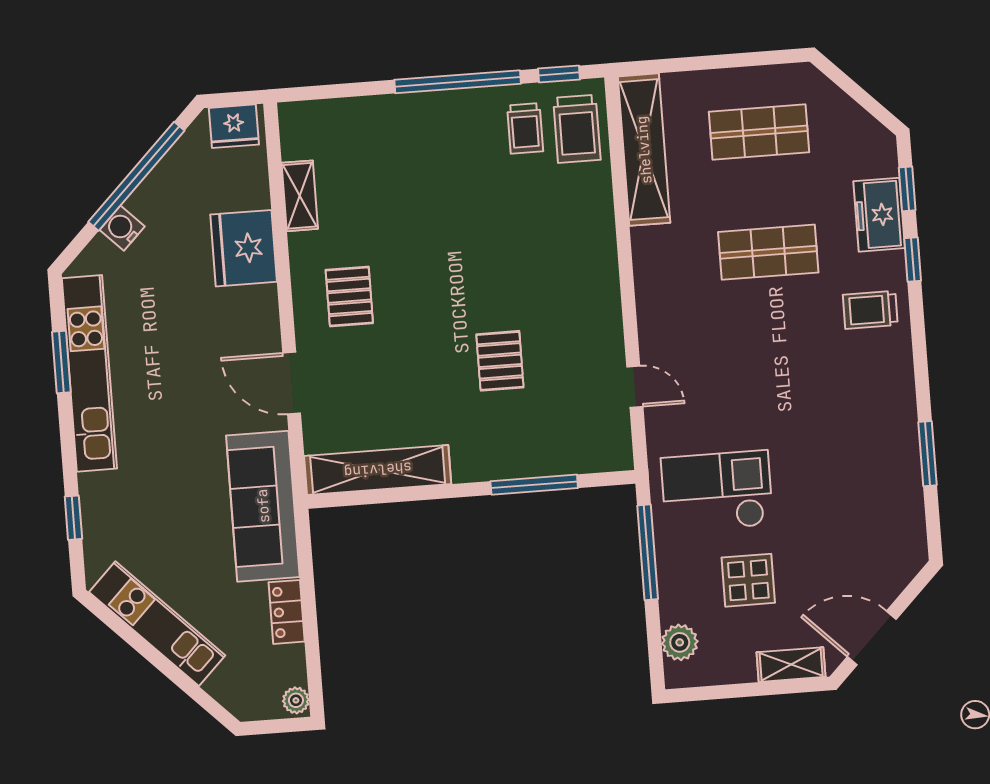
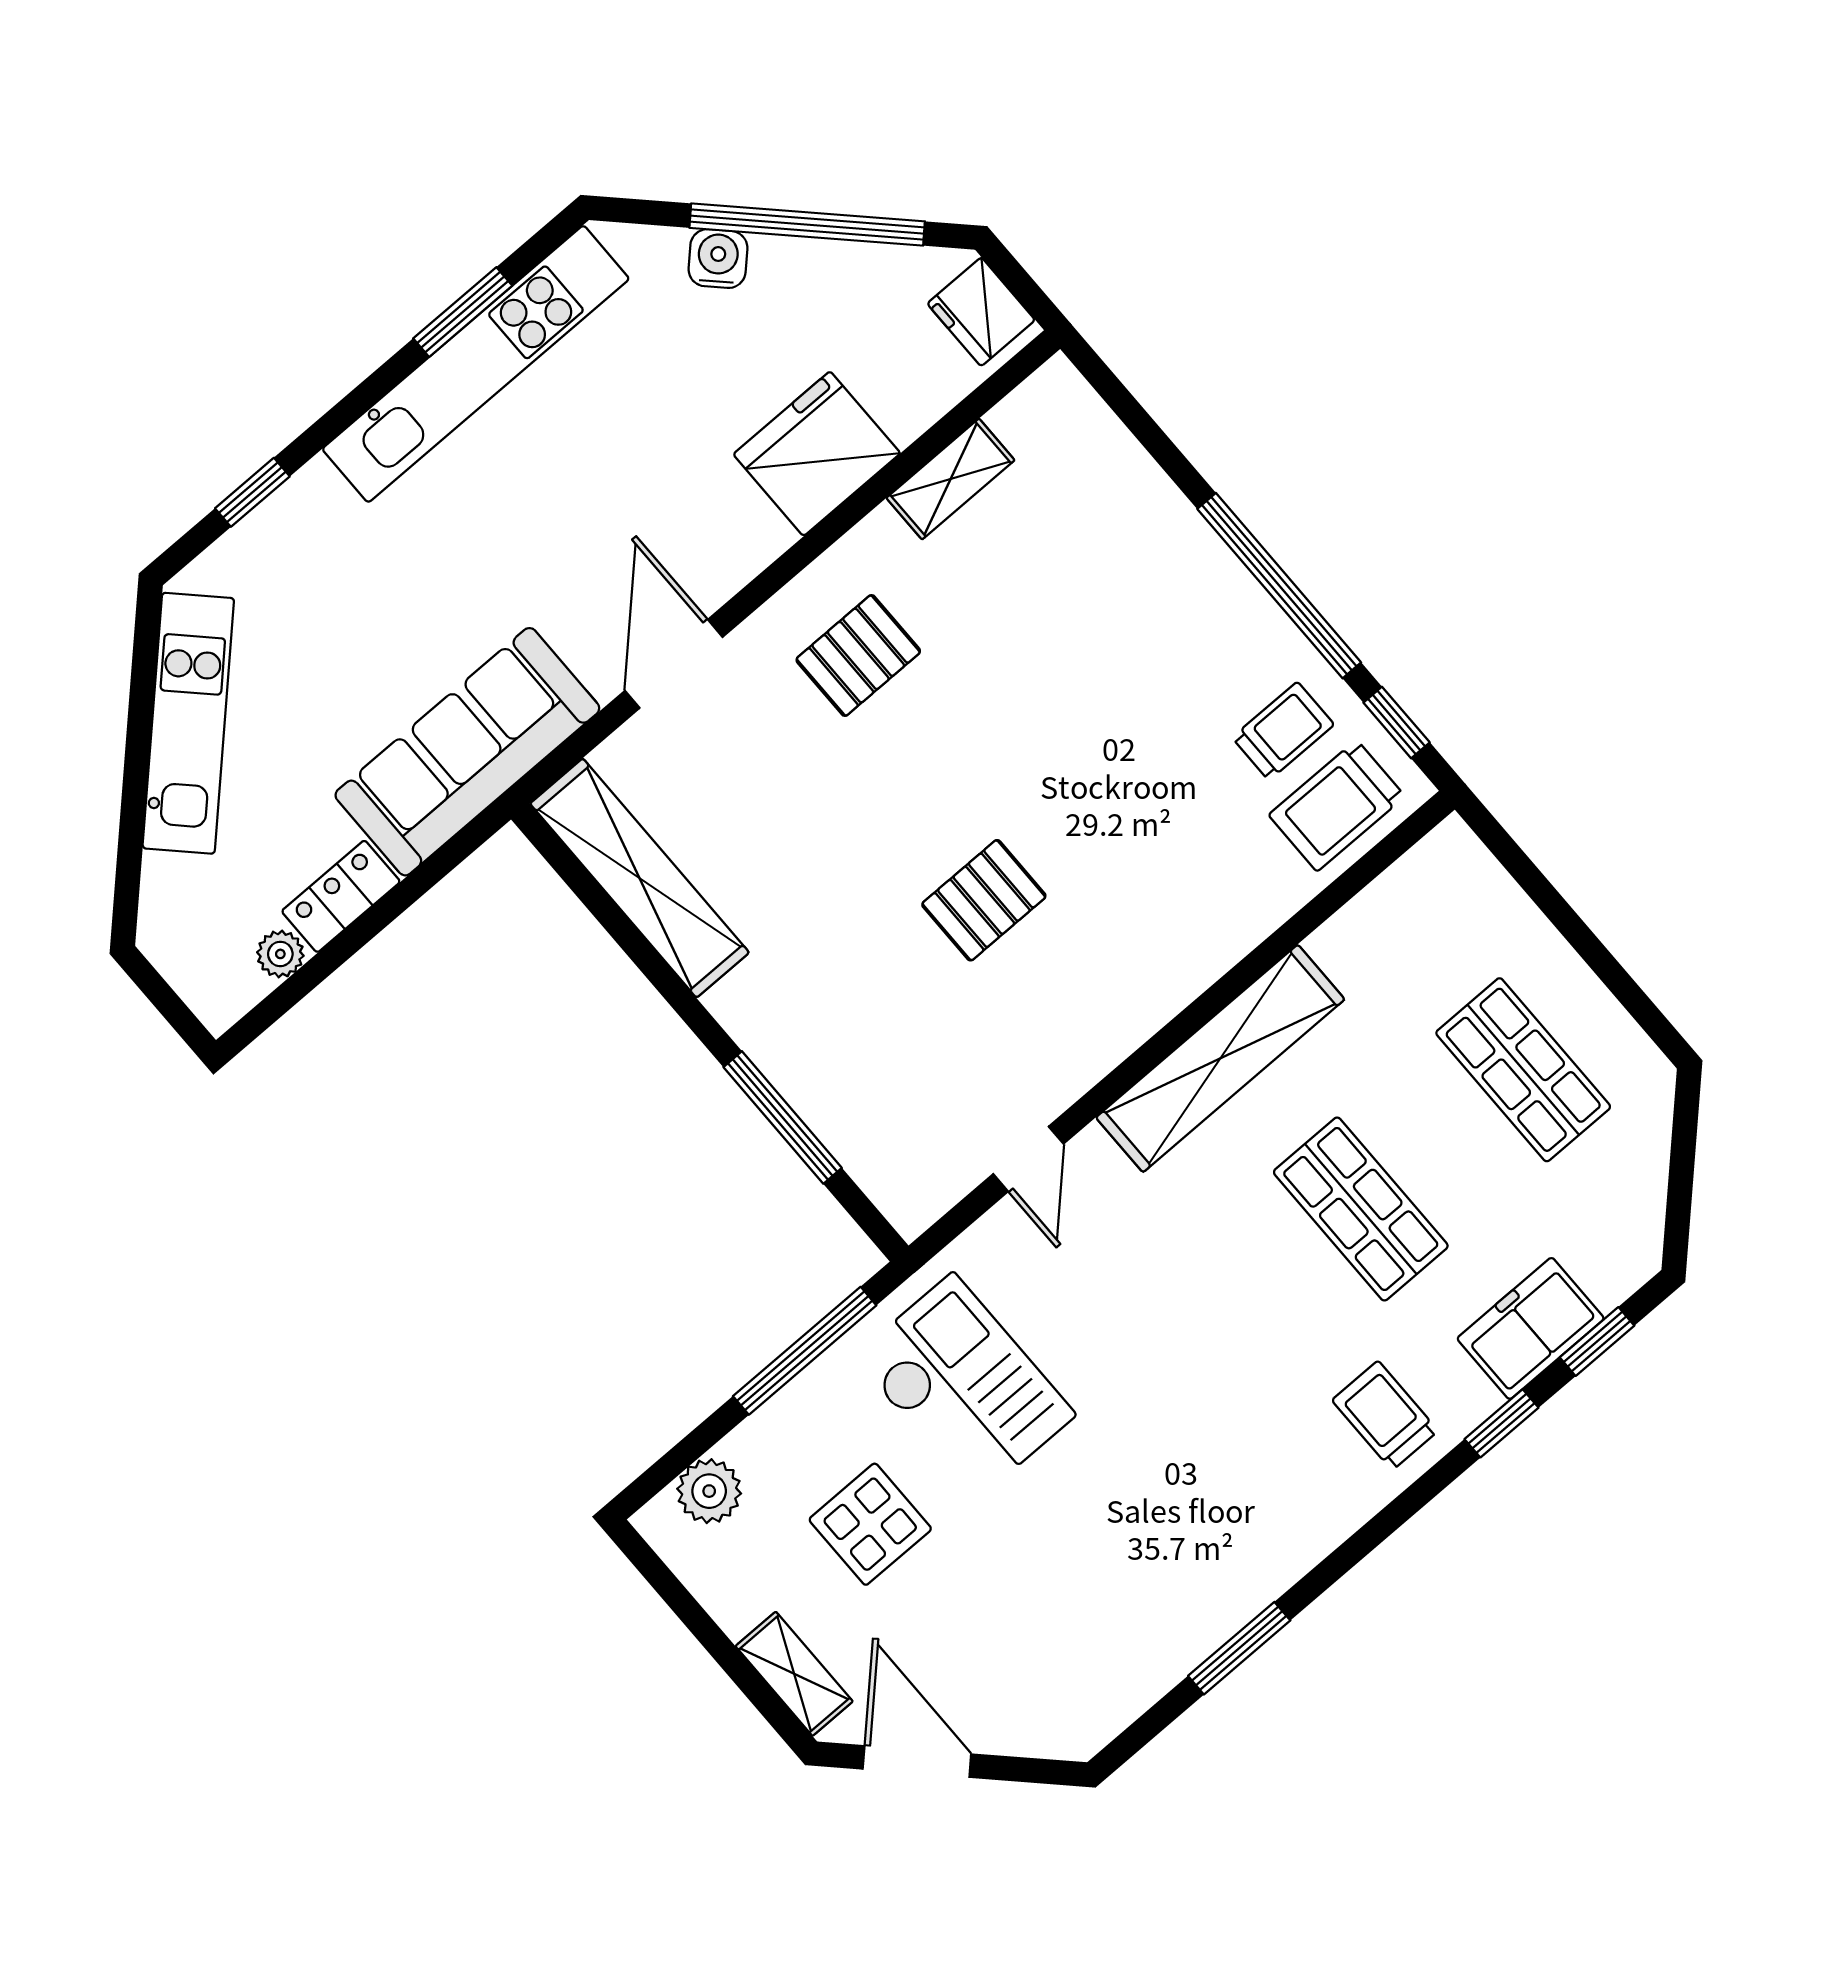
trolley: (525, 128) -> (1283, 731), turned 180
shelving: (644, 150) -> (1220, 1058), moved
pallet: (500, 361) -> (984, 900), moved
plant: (296, 700) -> (280, 954), moved

